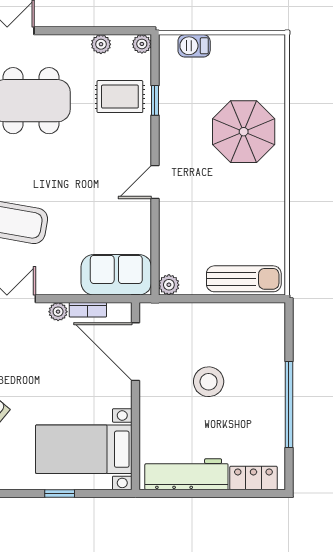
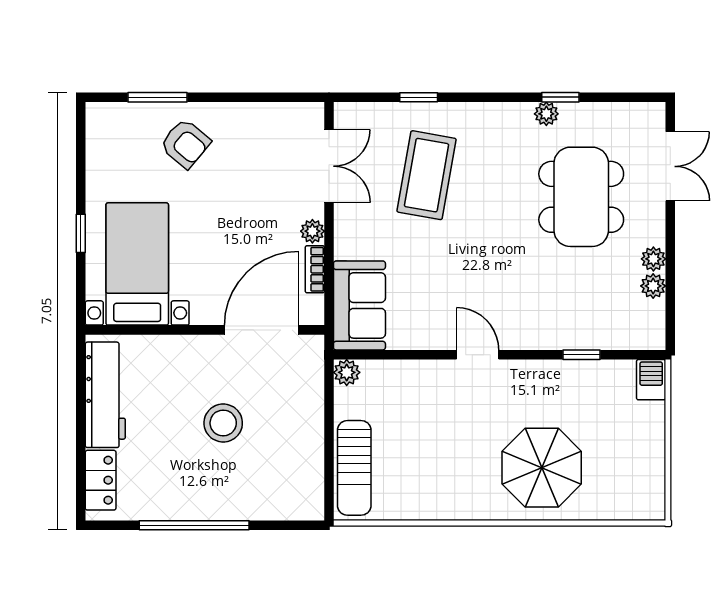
plant: (142, 44) -> (653, 259), moved
barbecue: (194, 46) -> (651, 380), moved
rug: (120, 97) -> (586, 310), removed

